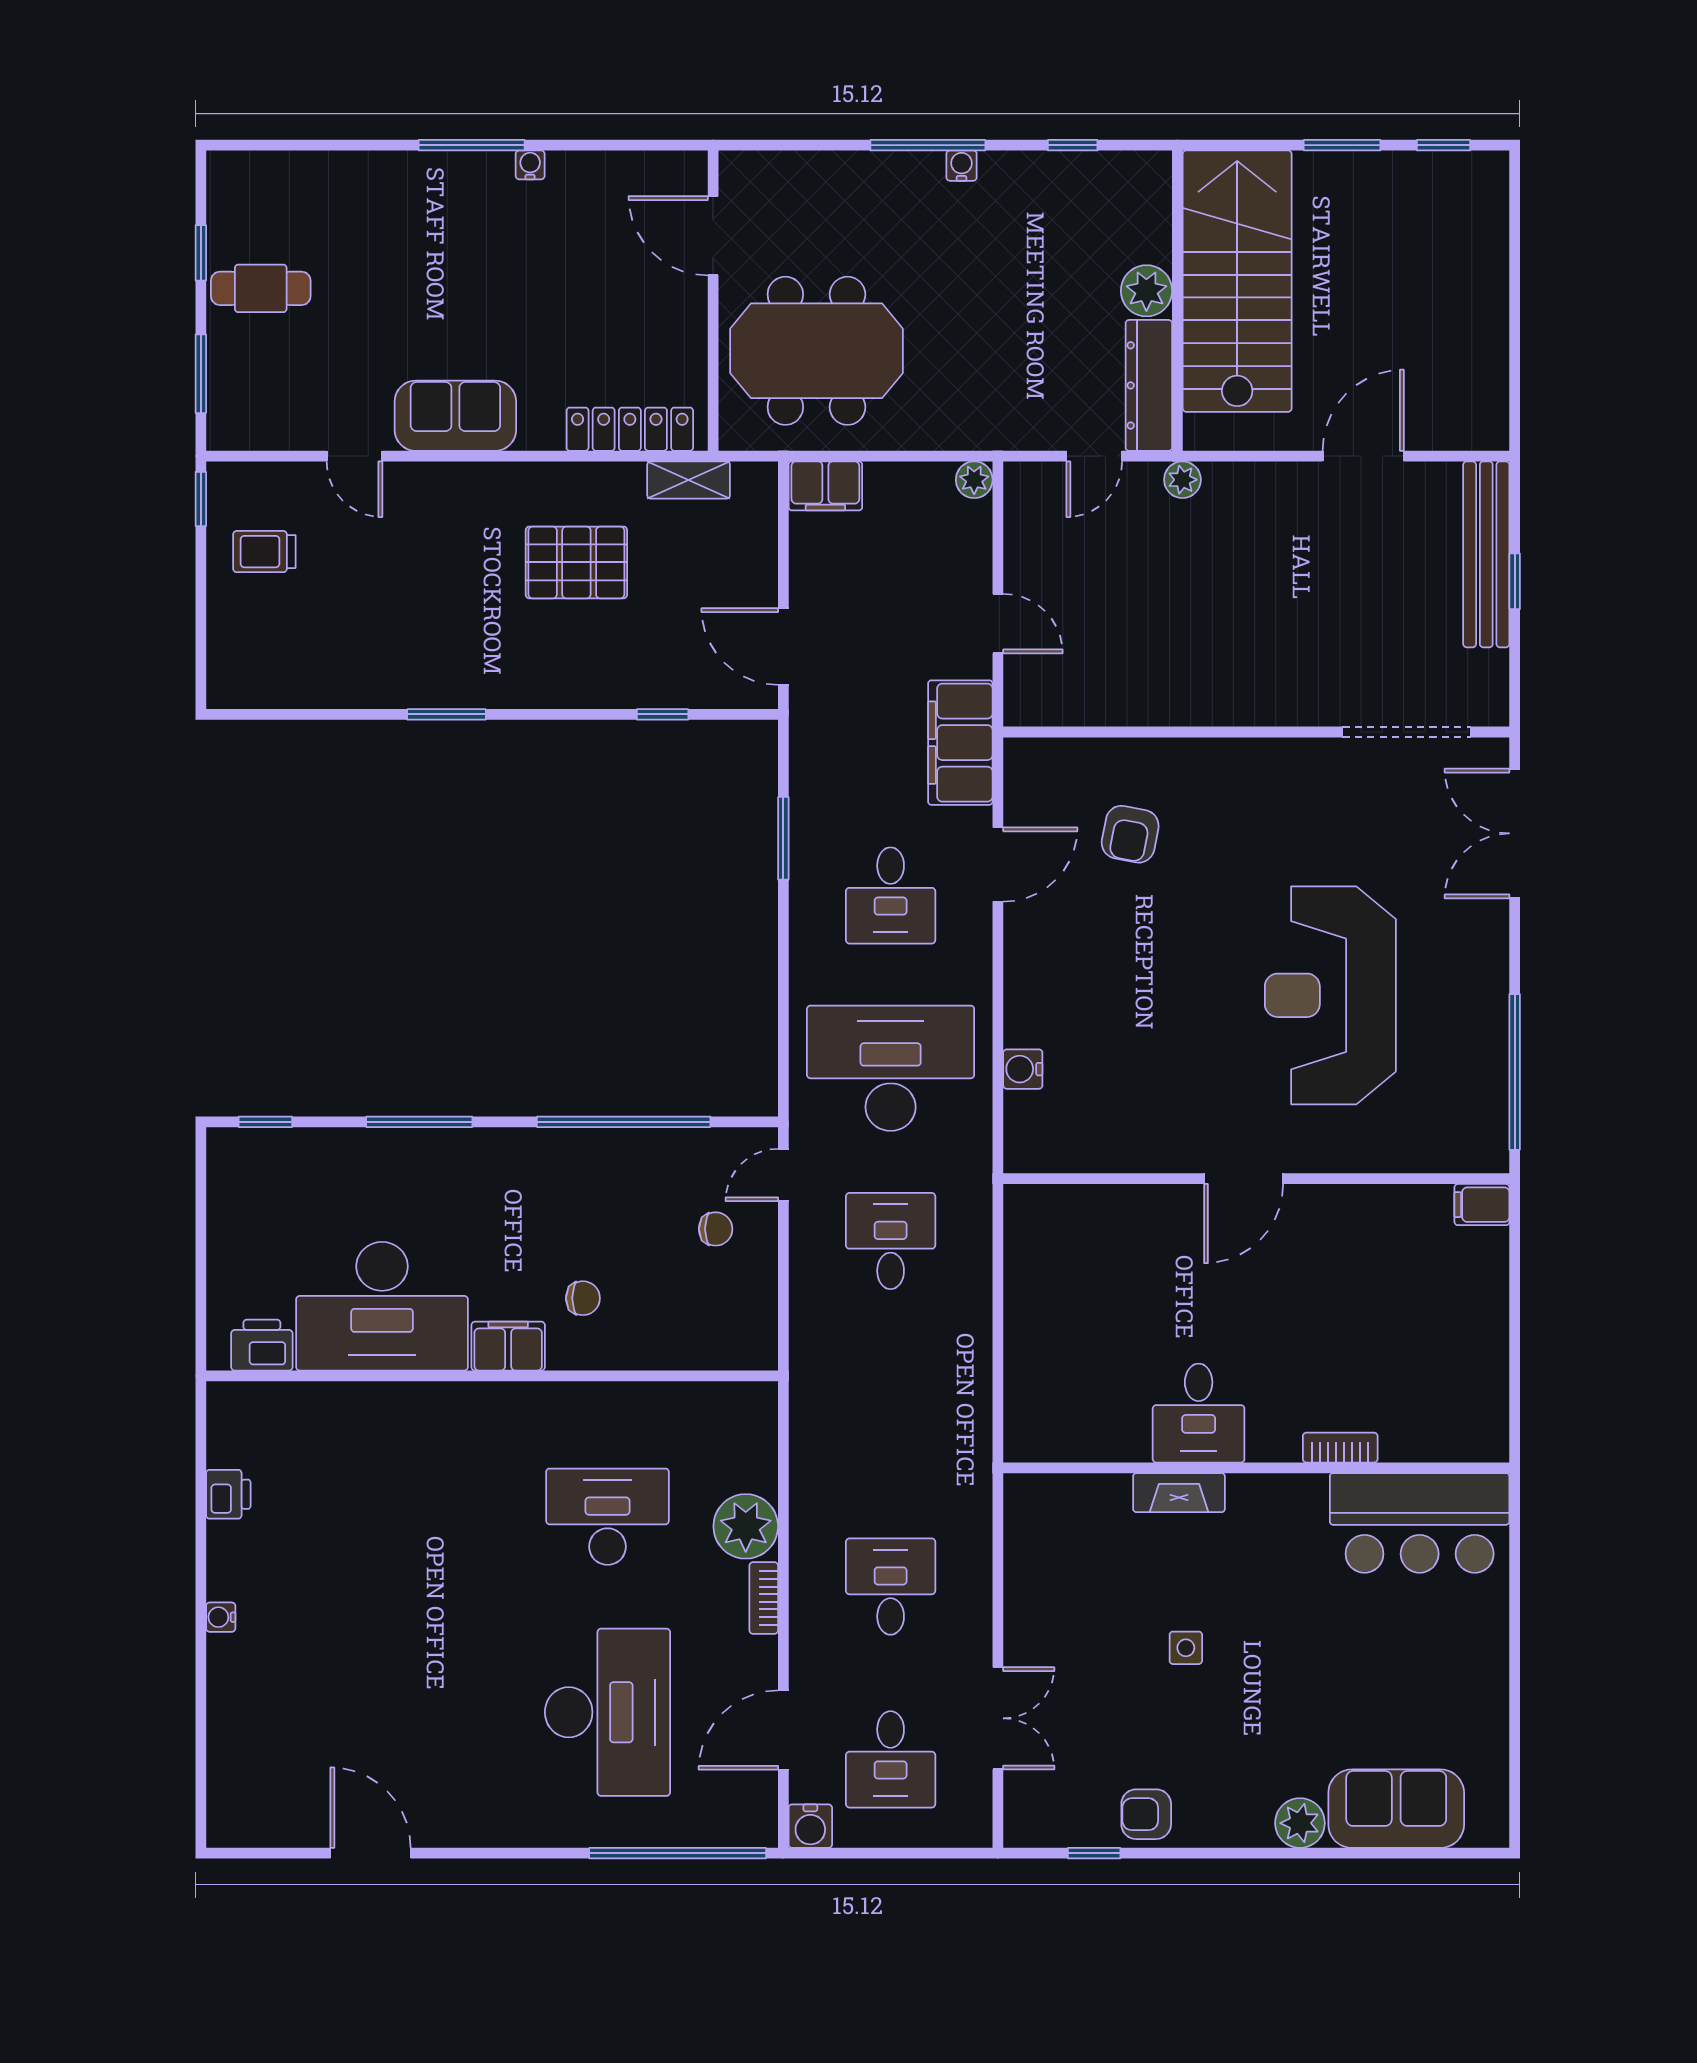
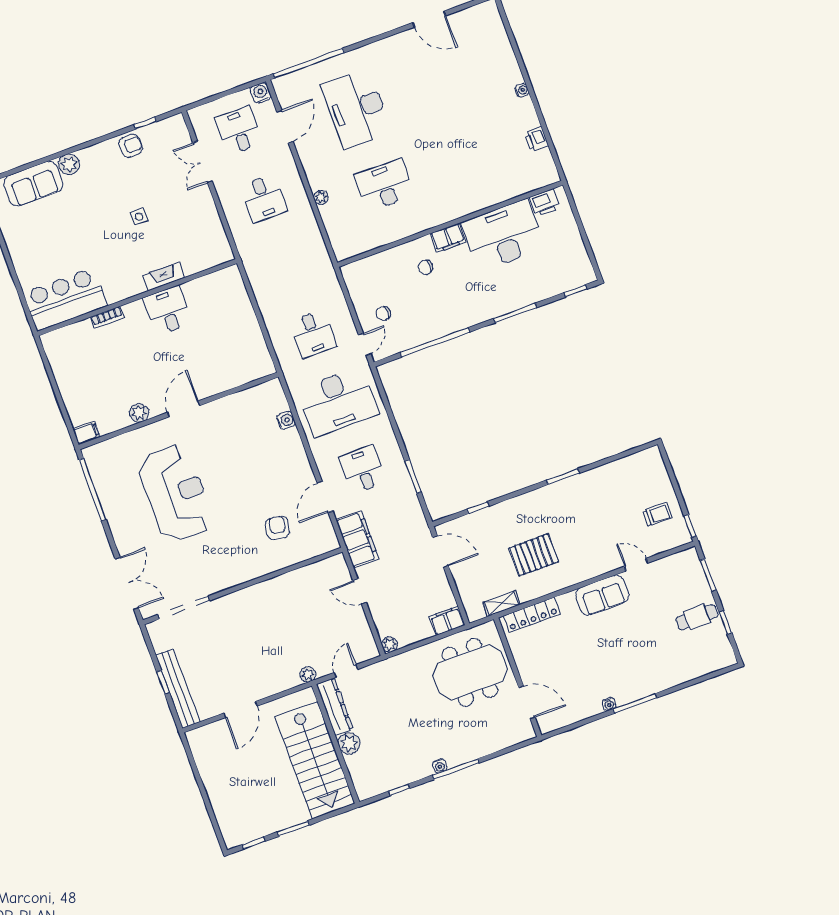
plant: (1347, 1207) -> (139, 413), added
desk: (607, 1517) -> (385, 185), turned 180
plant: (746, 1526) -> (321, 197), width x0.53, depth x0.53
bookcase: (764, 1598) -> (312, 176), removed

